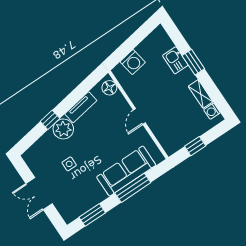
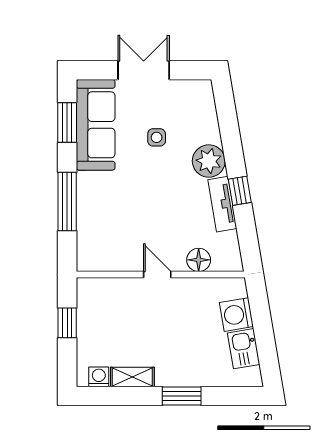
kitchen sink: (175, 60) -> (244, 349), moved, turned -100
floor lamp: (109, 88) -> (199, 260), moved
window: (50, 120) -> (240, 191), moved
sofa: (126, 171) -> (96, 125), moved

